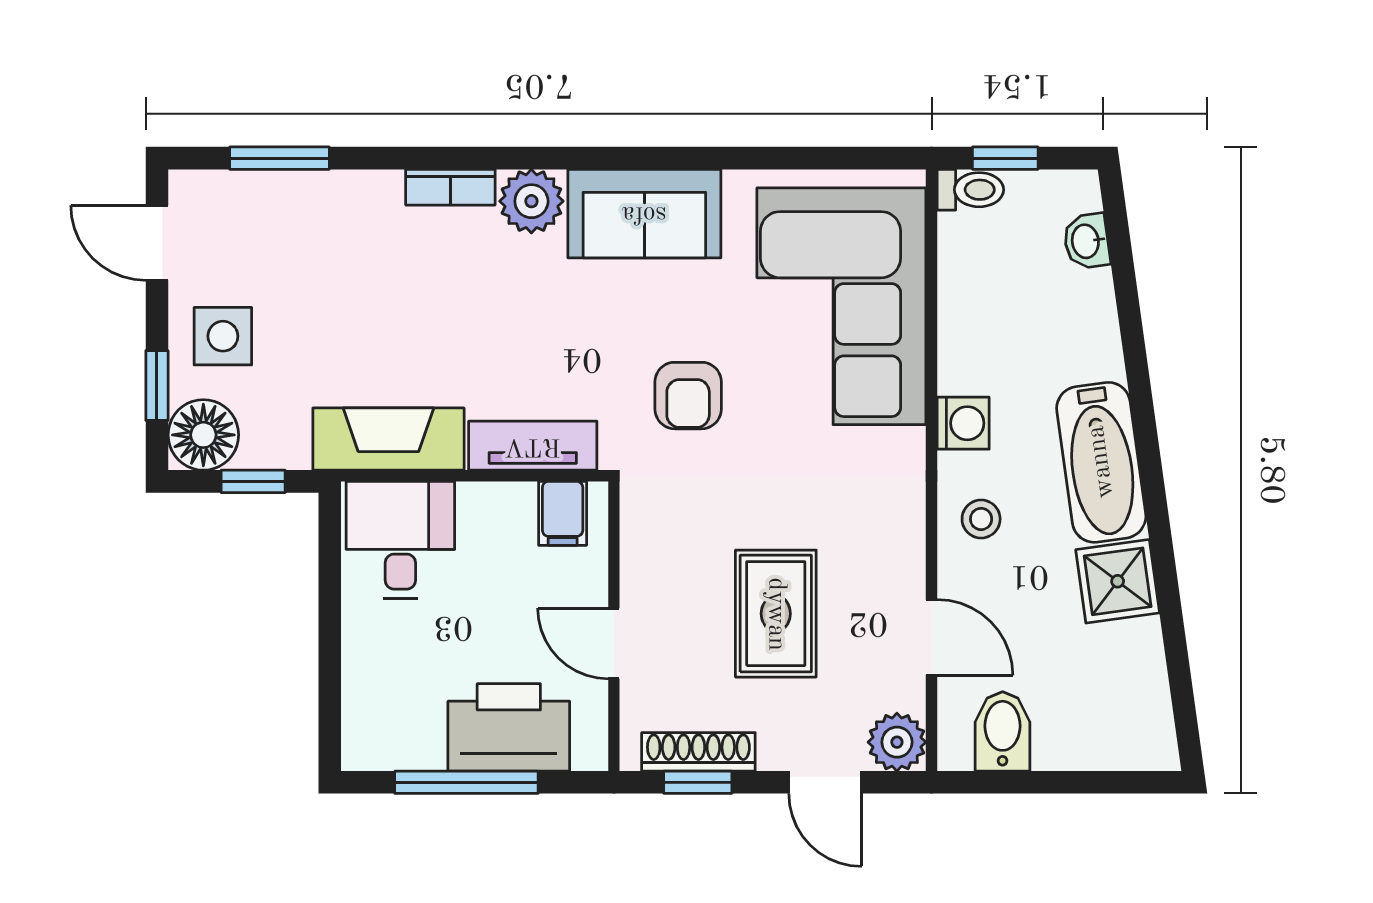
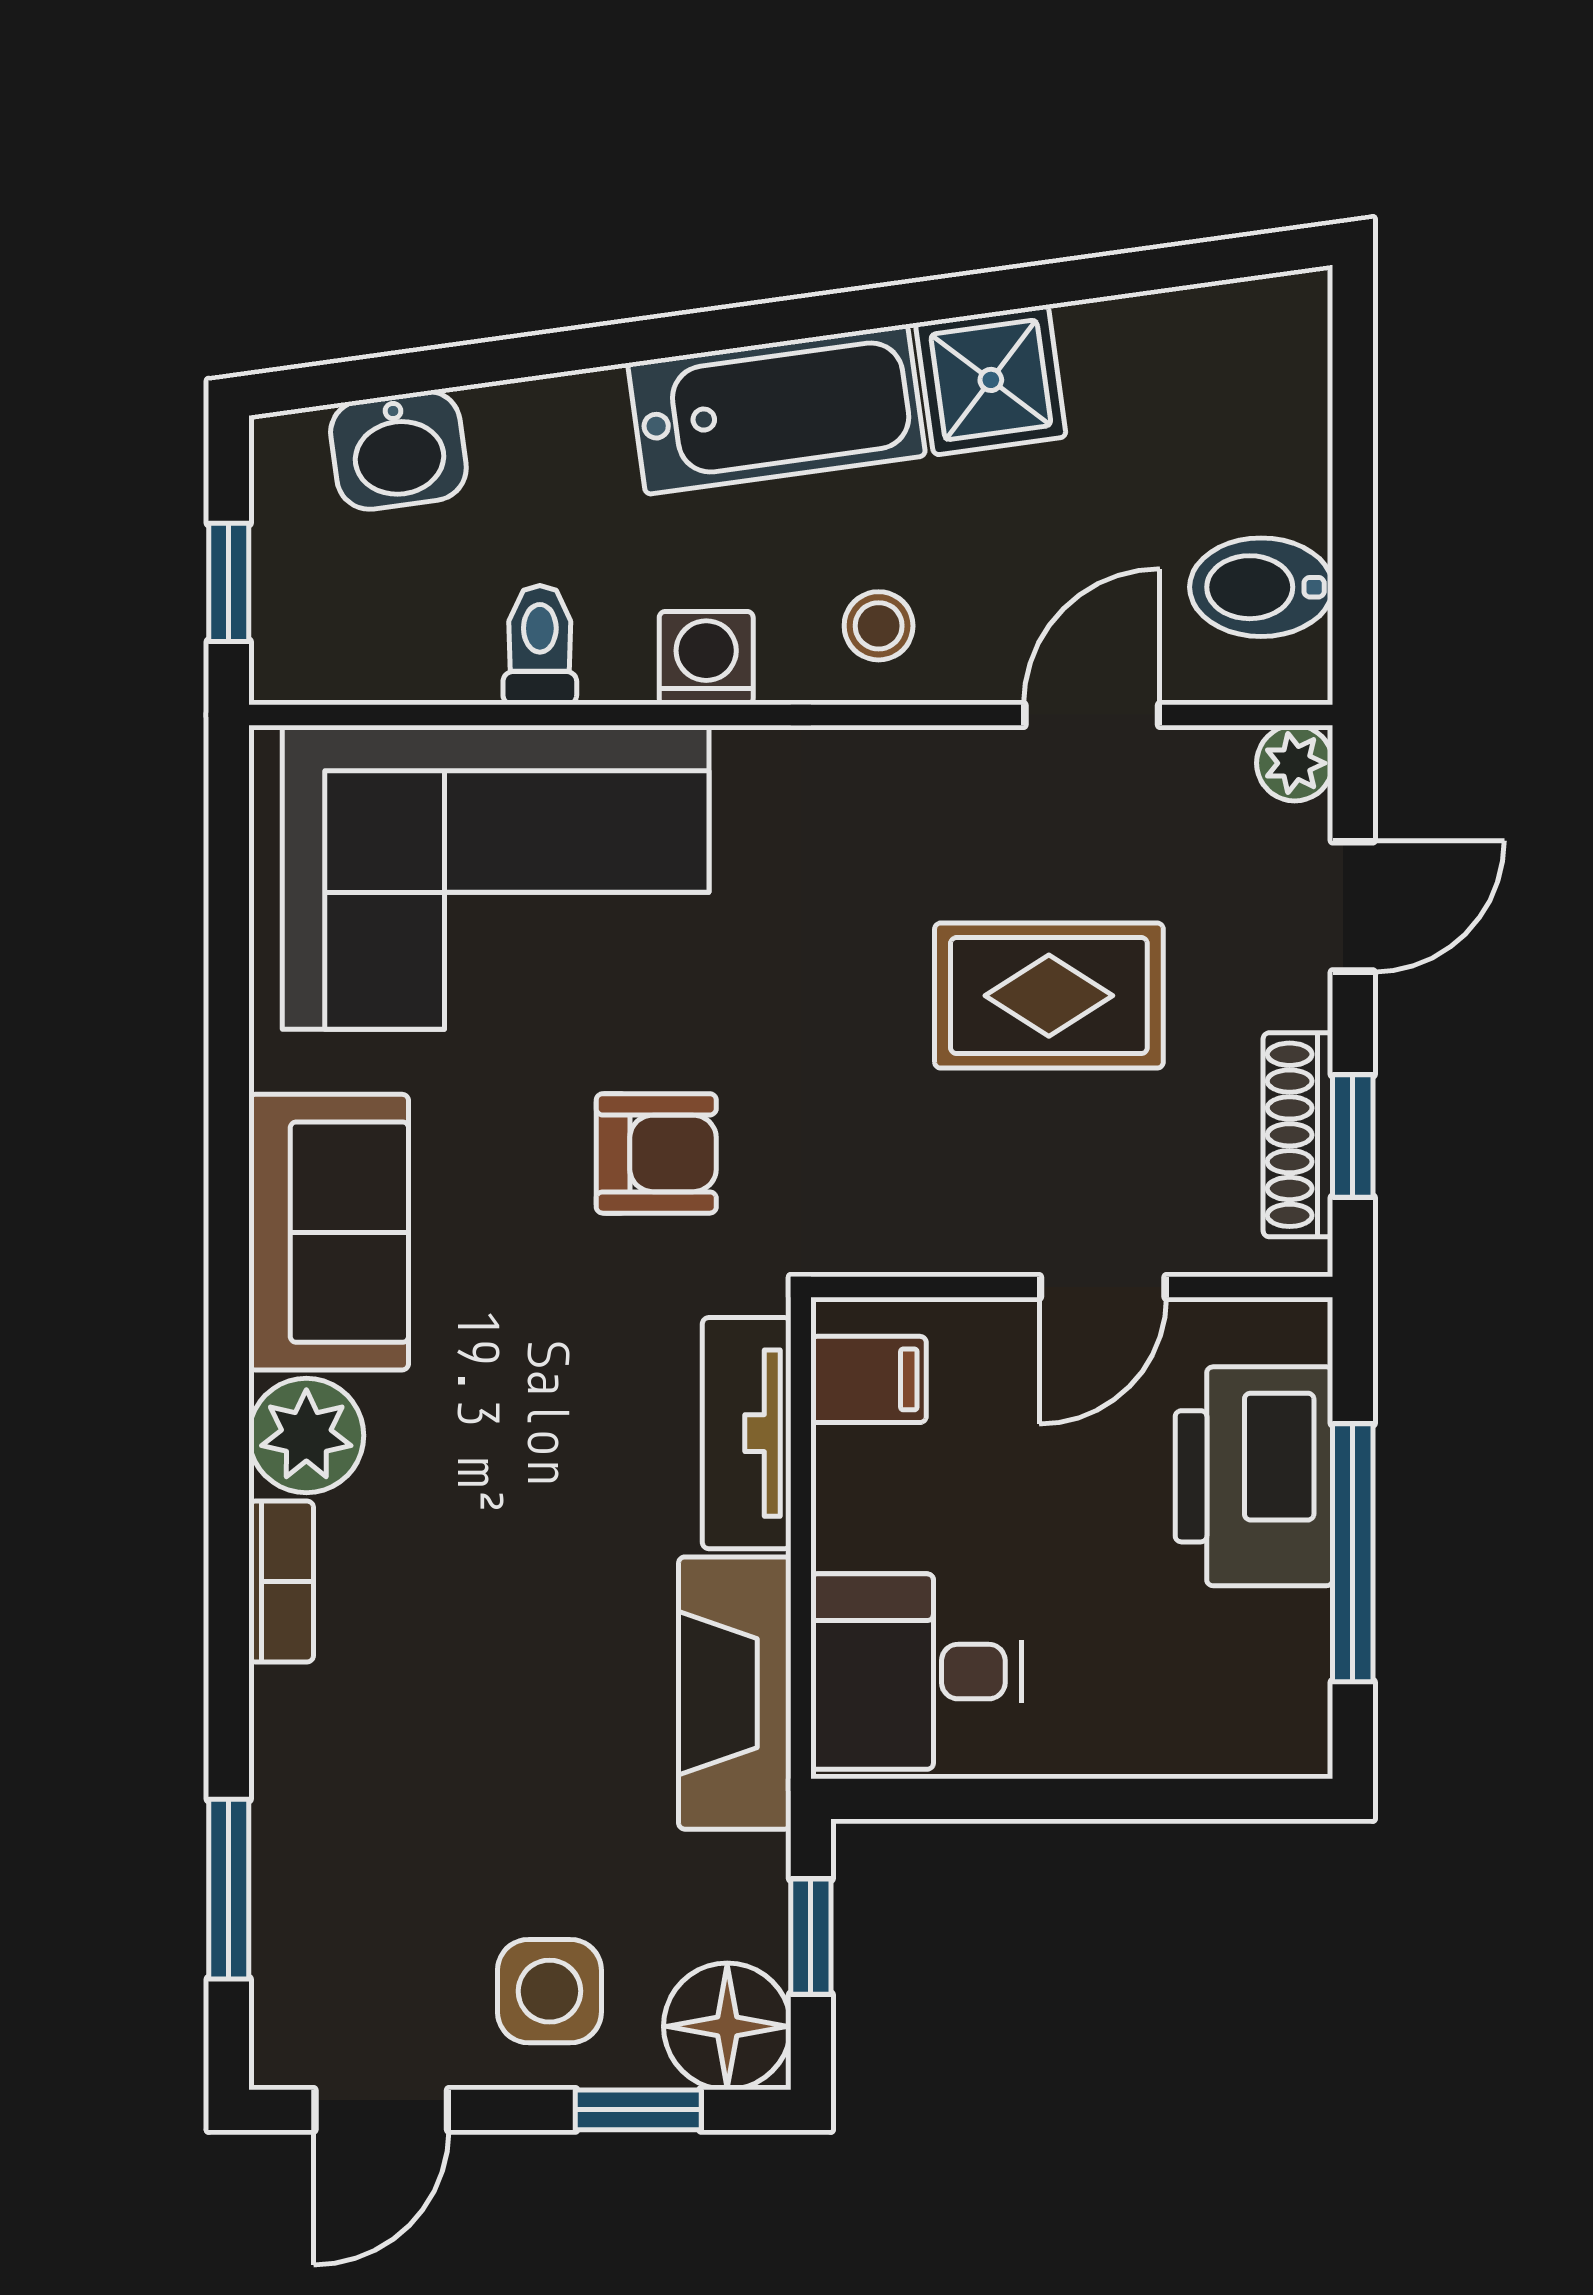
toilet: (970, 190) -> (540, 645), moved
washbasin: (1087, 241) -> (398, 450), width x1.38, depth x1.45
plant: (897, 742) -> (1295, 763), width x0.73, depth x0.73

